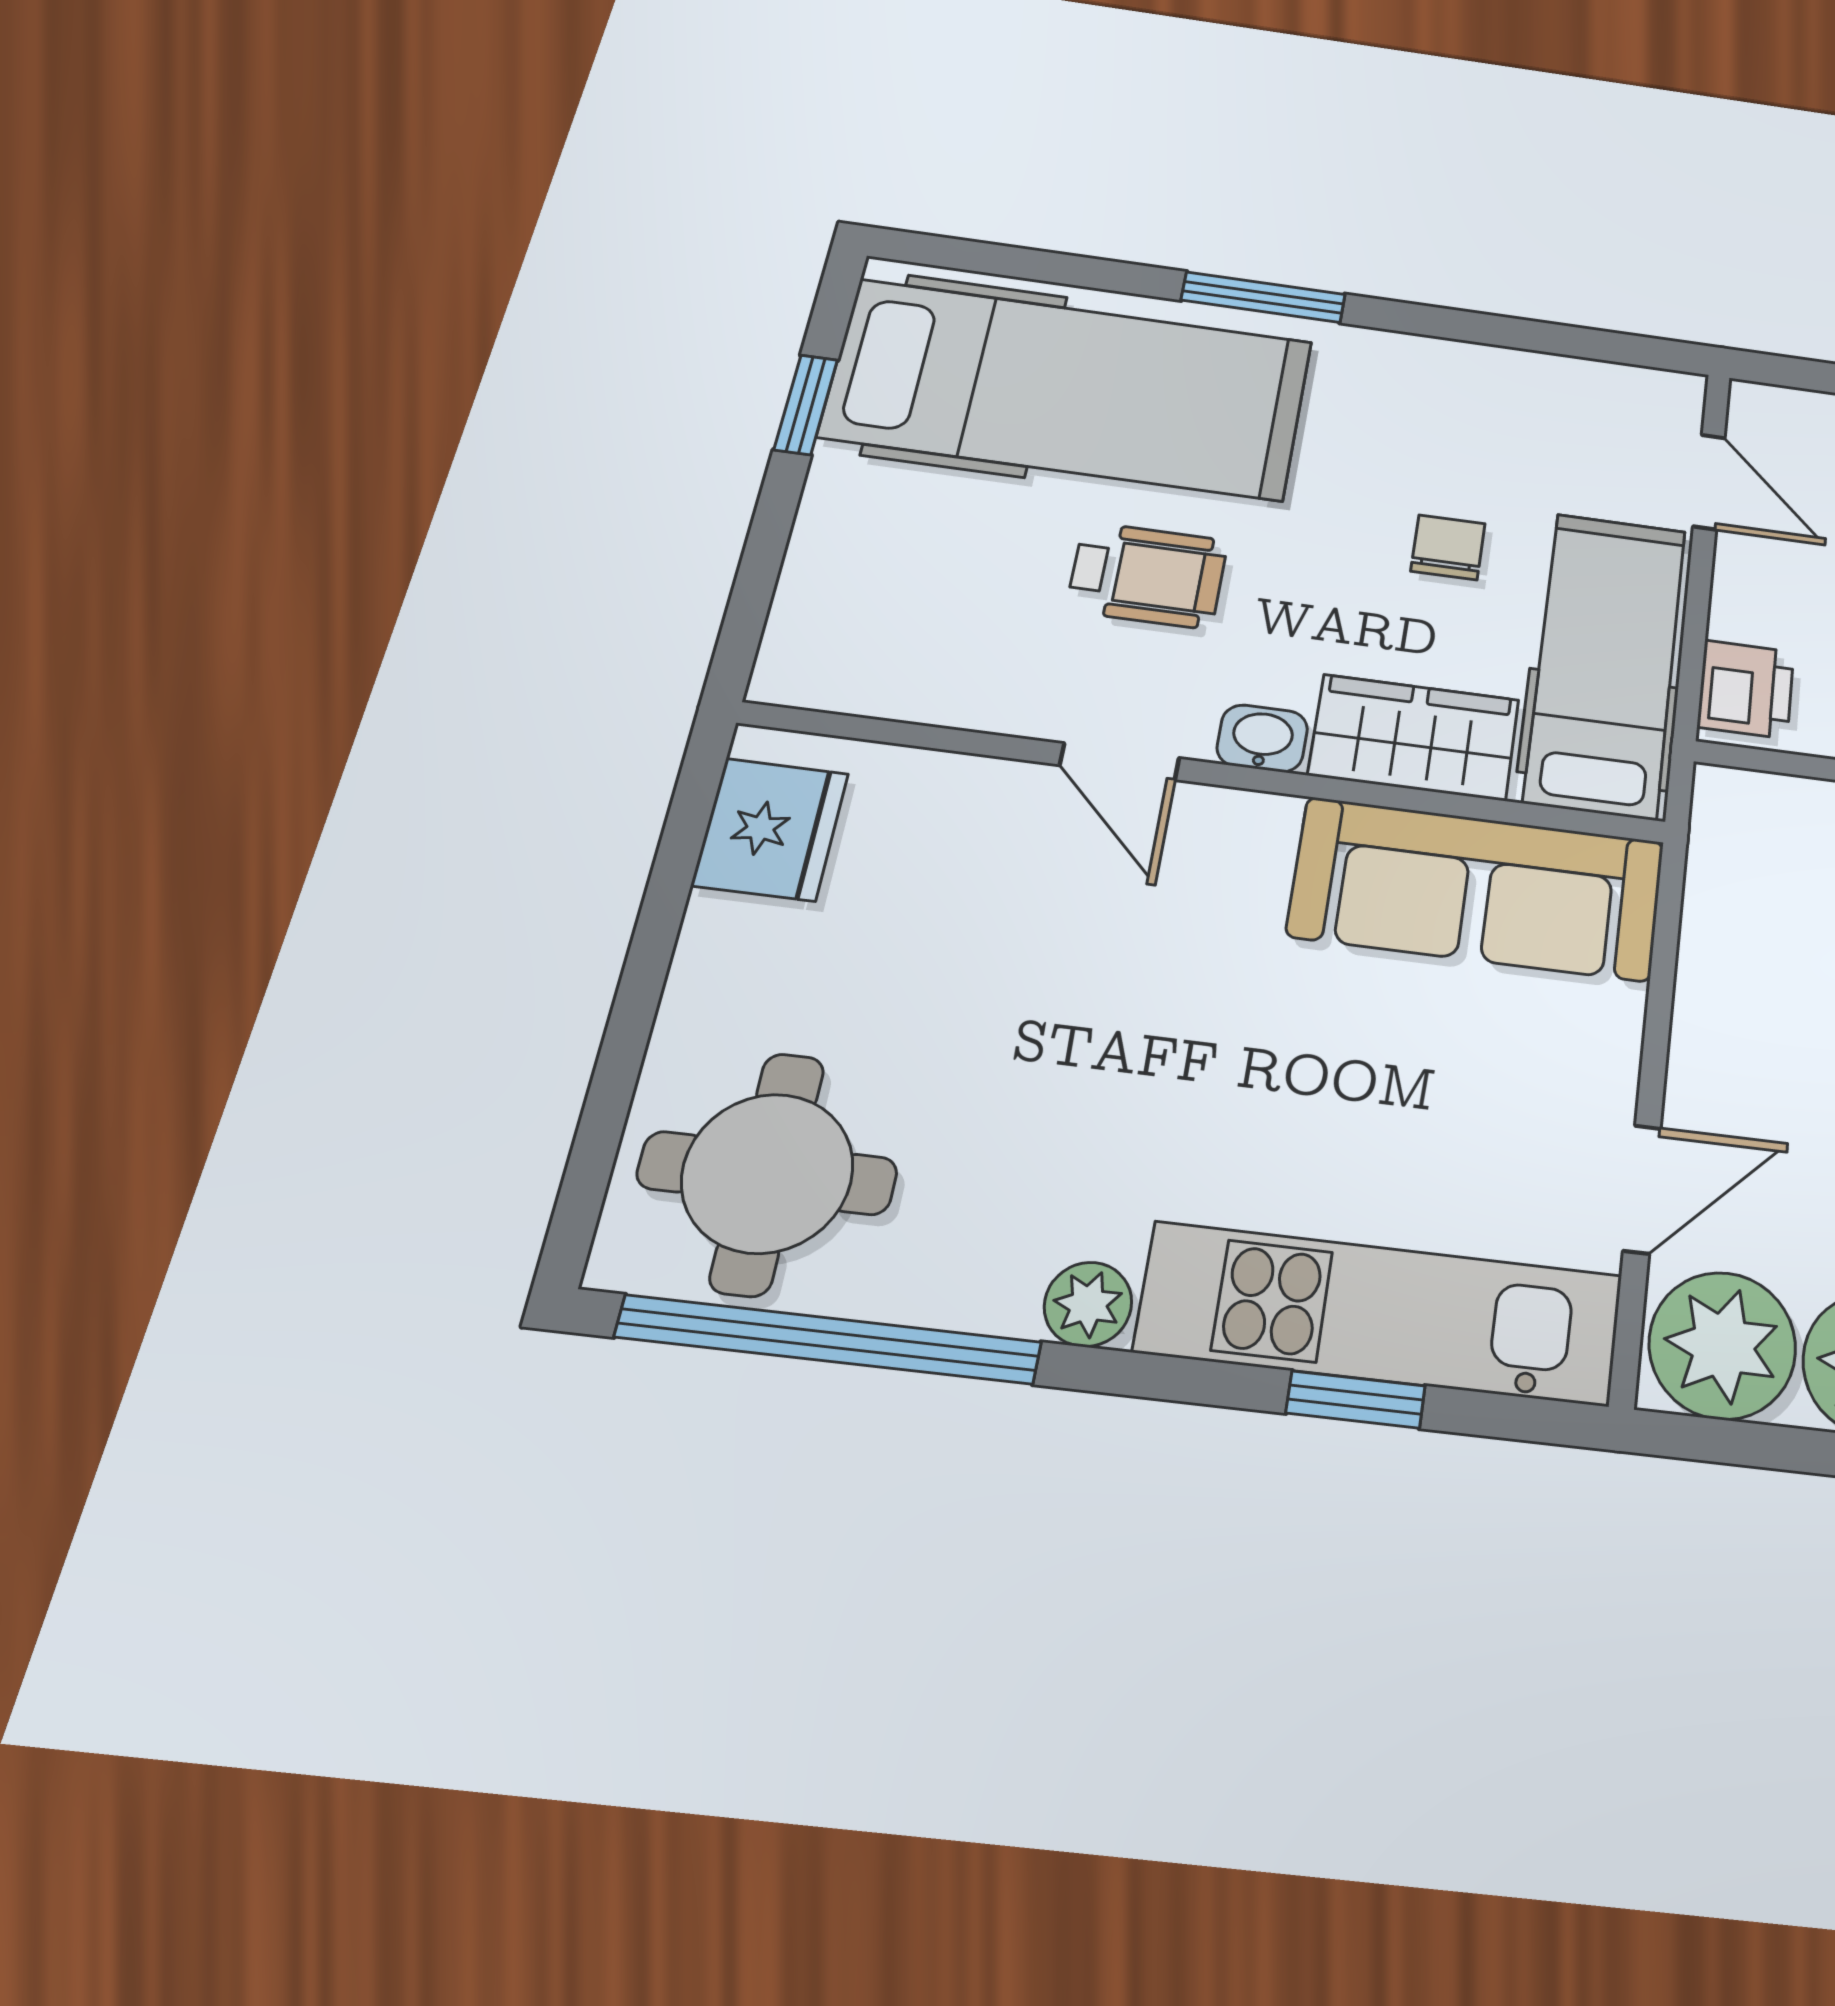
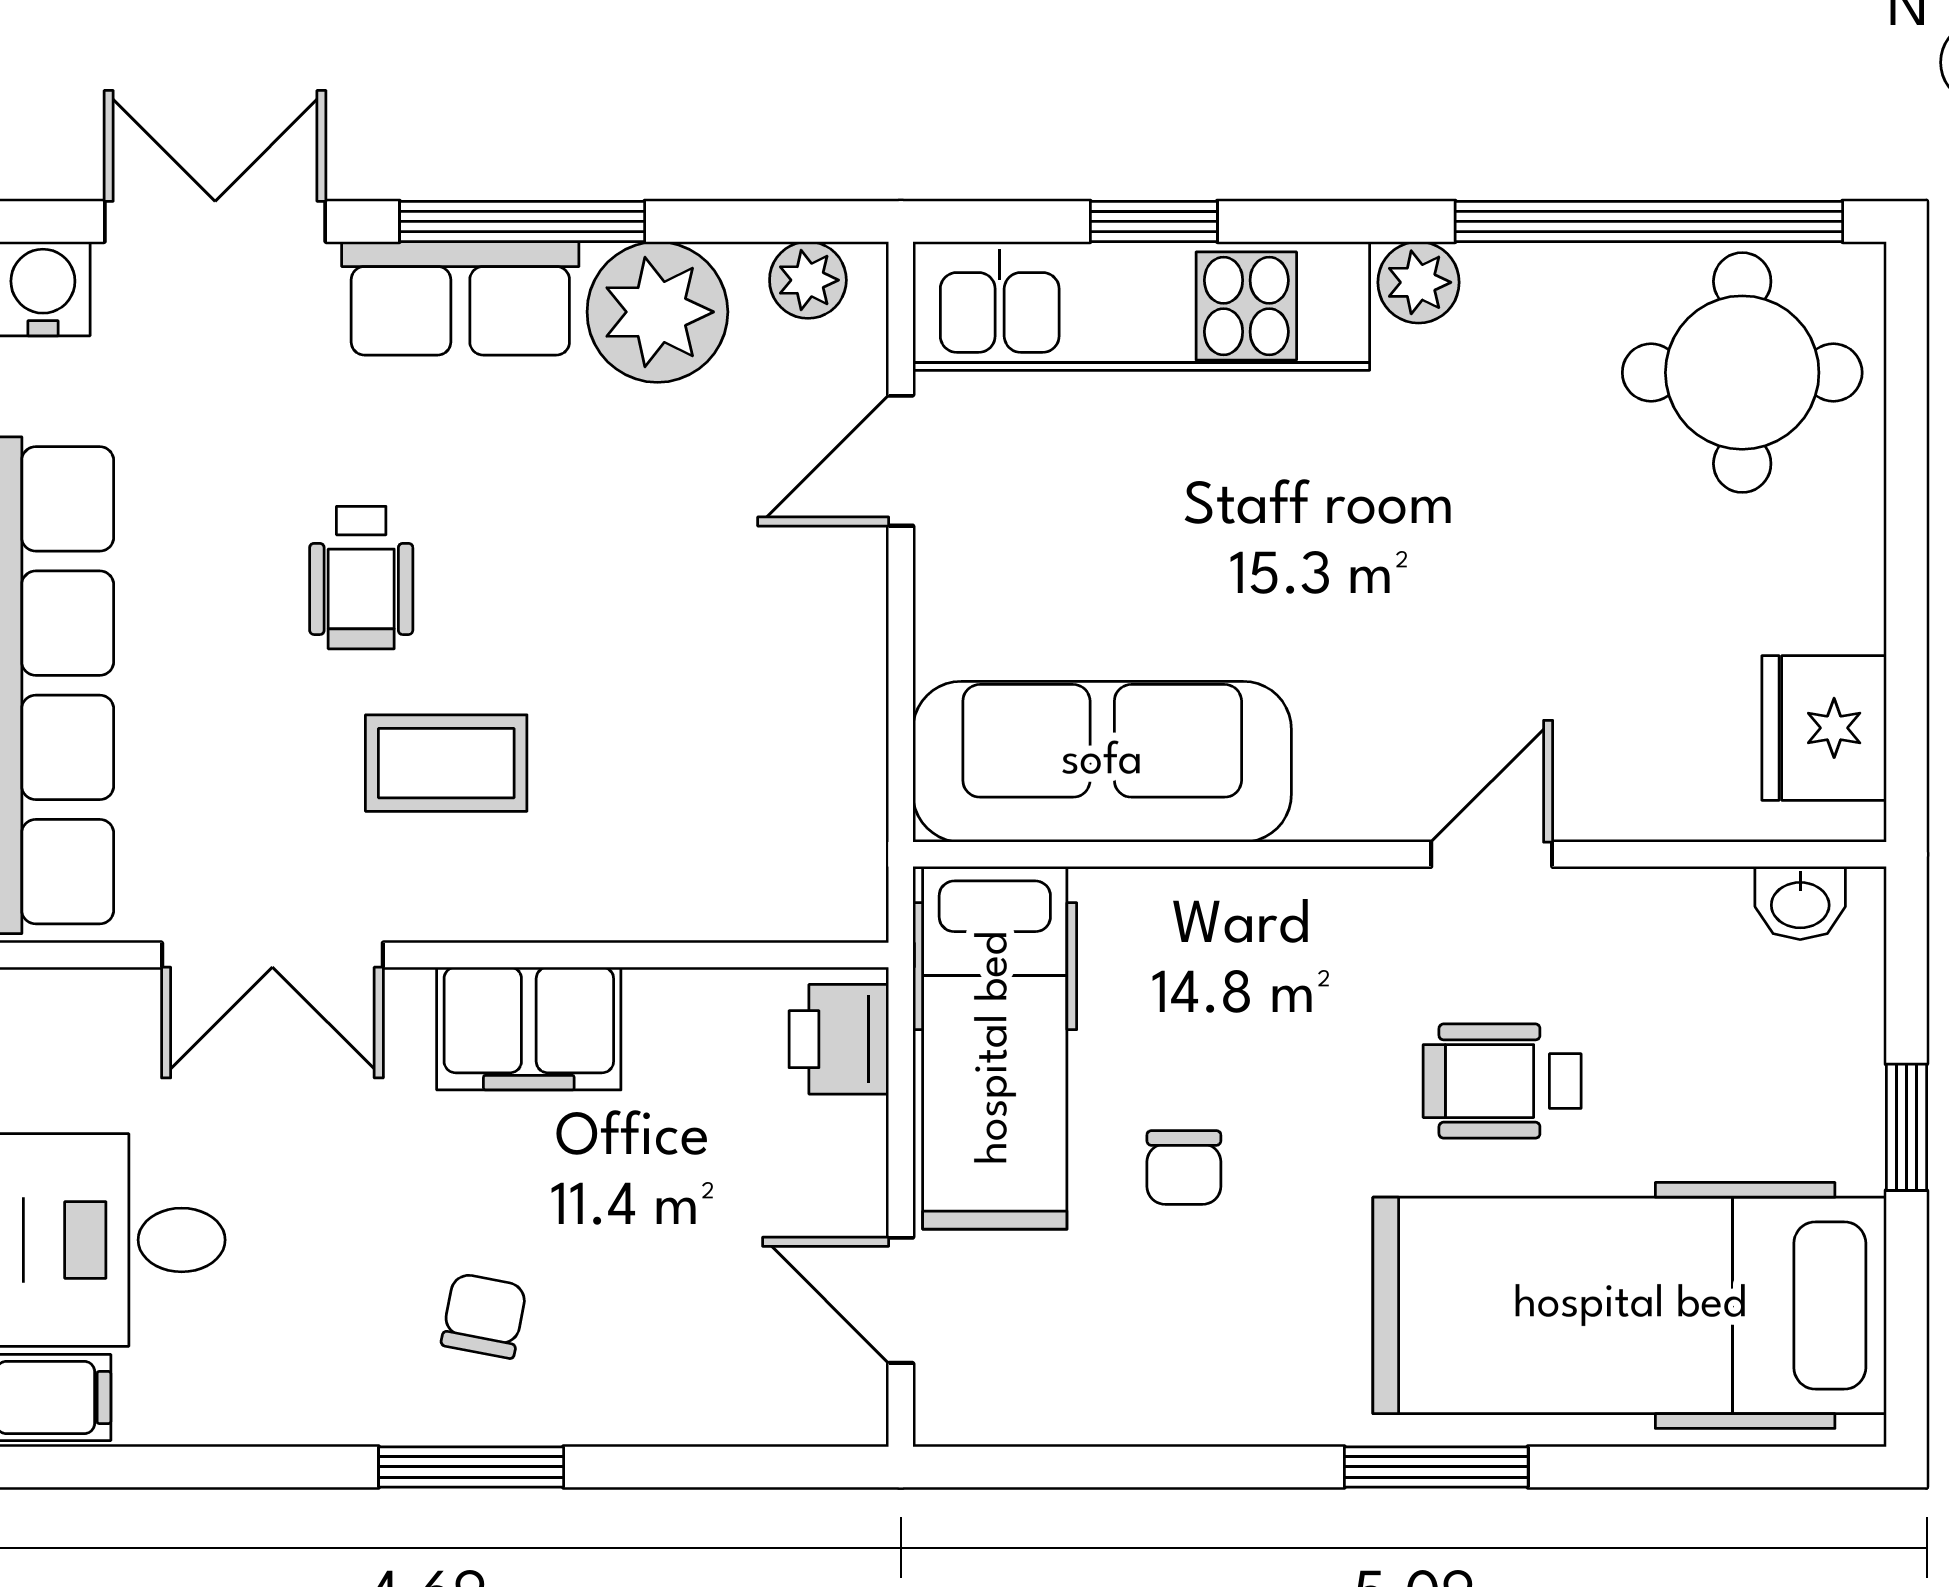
window: (806, 405) -> (1906, 1127), moved
wardrobe: (1414, 737) -> (1190, 928), removed
washbasin: (1262, 738) -> (1800, 903), moved
door: (1119, 762) -> (1492, 854), hinge flipped
plant: (1722, 1345) -> (808, 280), width x0.53, depth x0.53

